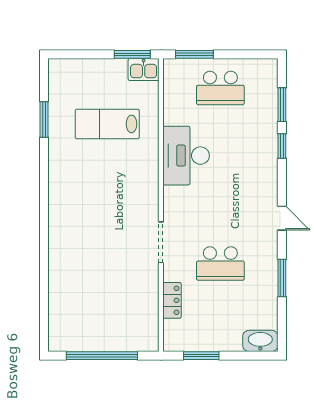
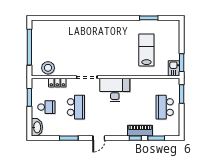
piano: (267, 137) -> (140, 131), added
desk: (186, 156) -> (115, 90), moved
school desk: (220, 264) -> (76, 107), turned 180
stool: (143, 319) -> (48, 68), added
school desk: (220, 322) -> (46, 107), added

